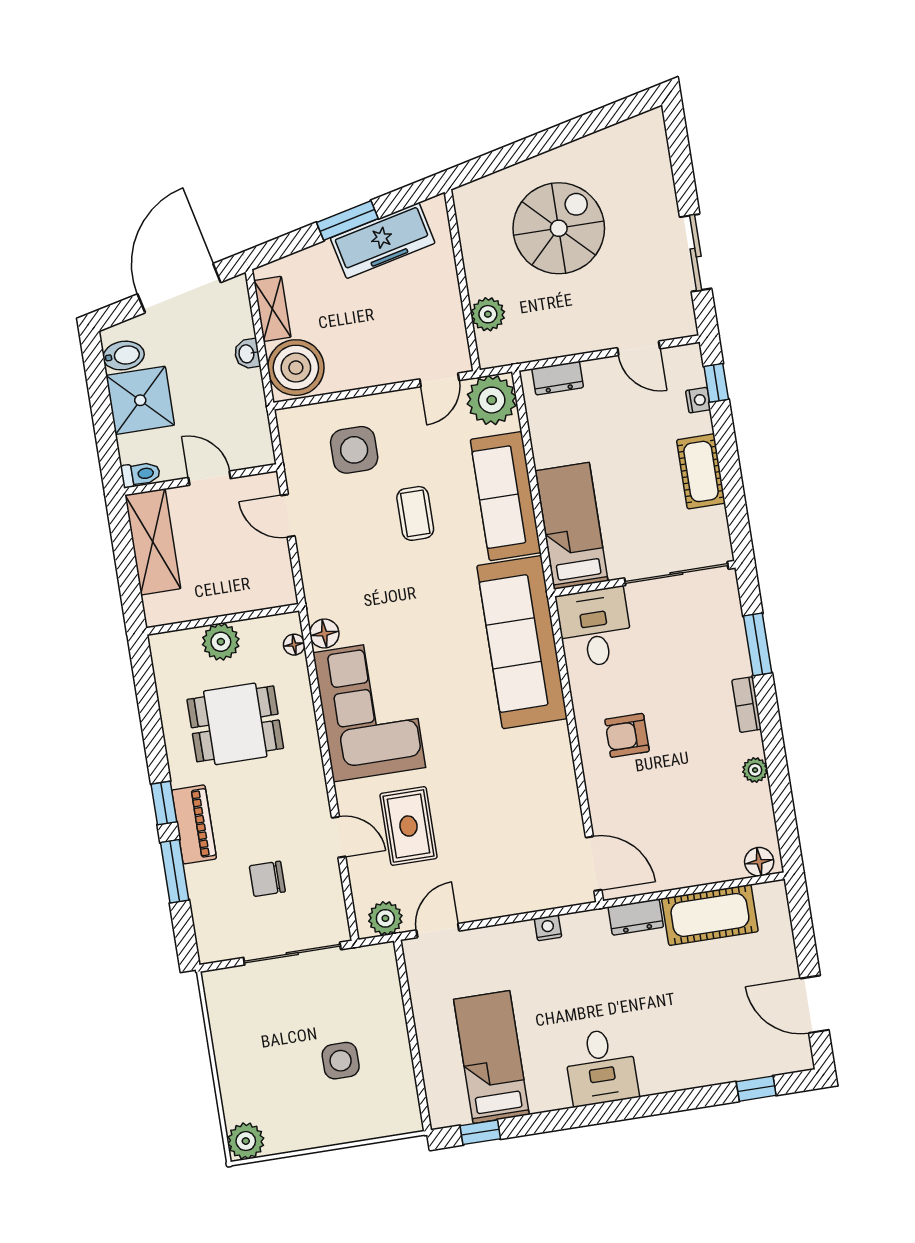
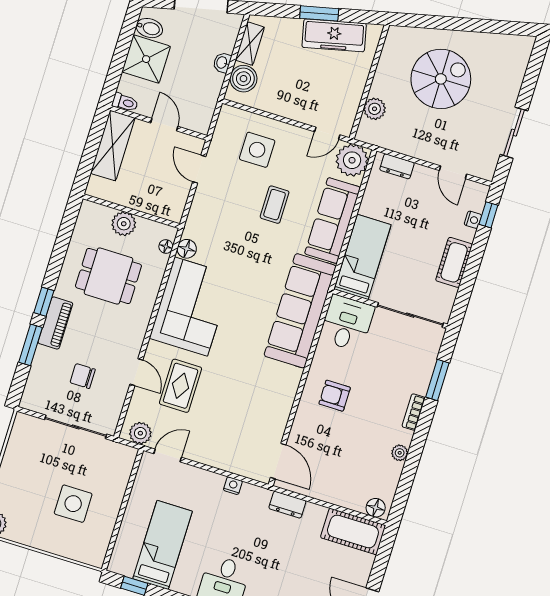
boiler: (296, 368) -> (243, 79), width x0.73, depth x0.73
cot: (710, 915) -> (353, 531), moved
side table: (341, 1061) -> (73, 504), width x1.37, depth x1.37

